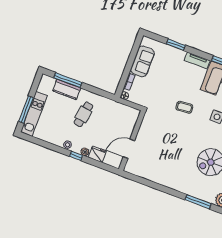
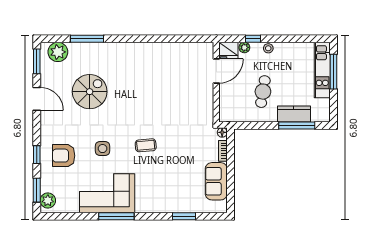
tv unit: (197, 60) -> (151, 207), removed
wall: (132, 141) -> (216, 82), moved
door: (129, 149) -> (216, 71), moved

